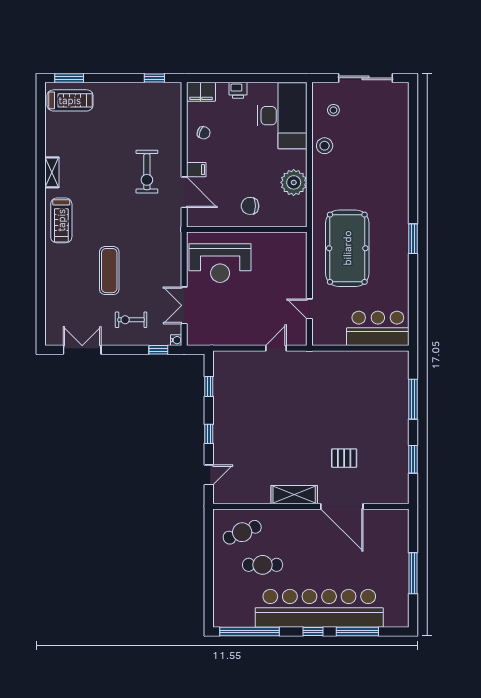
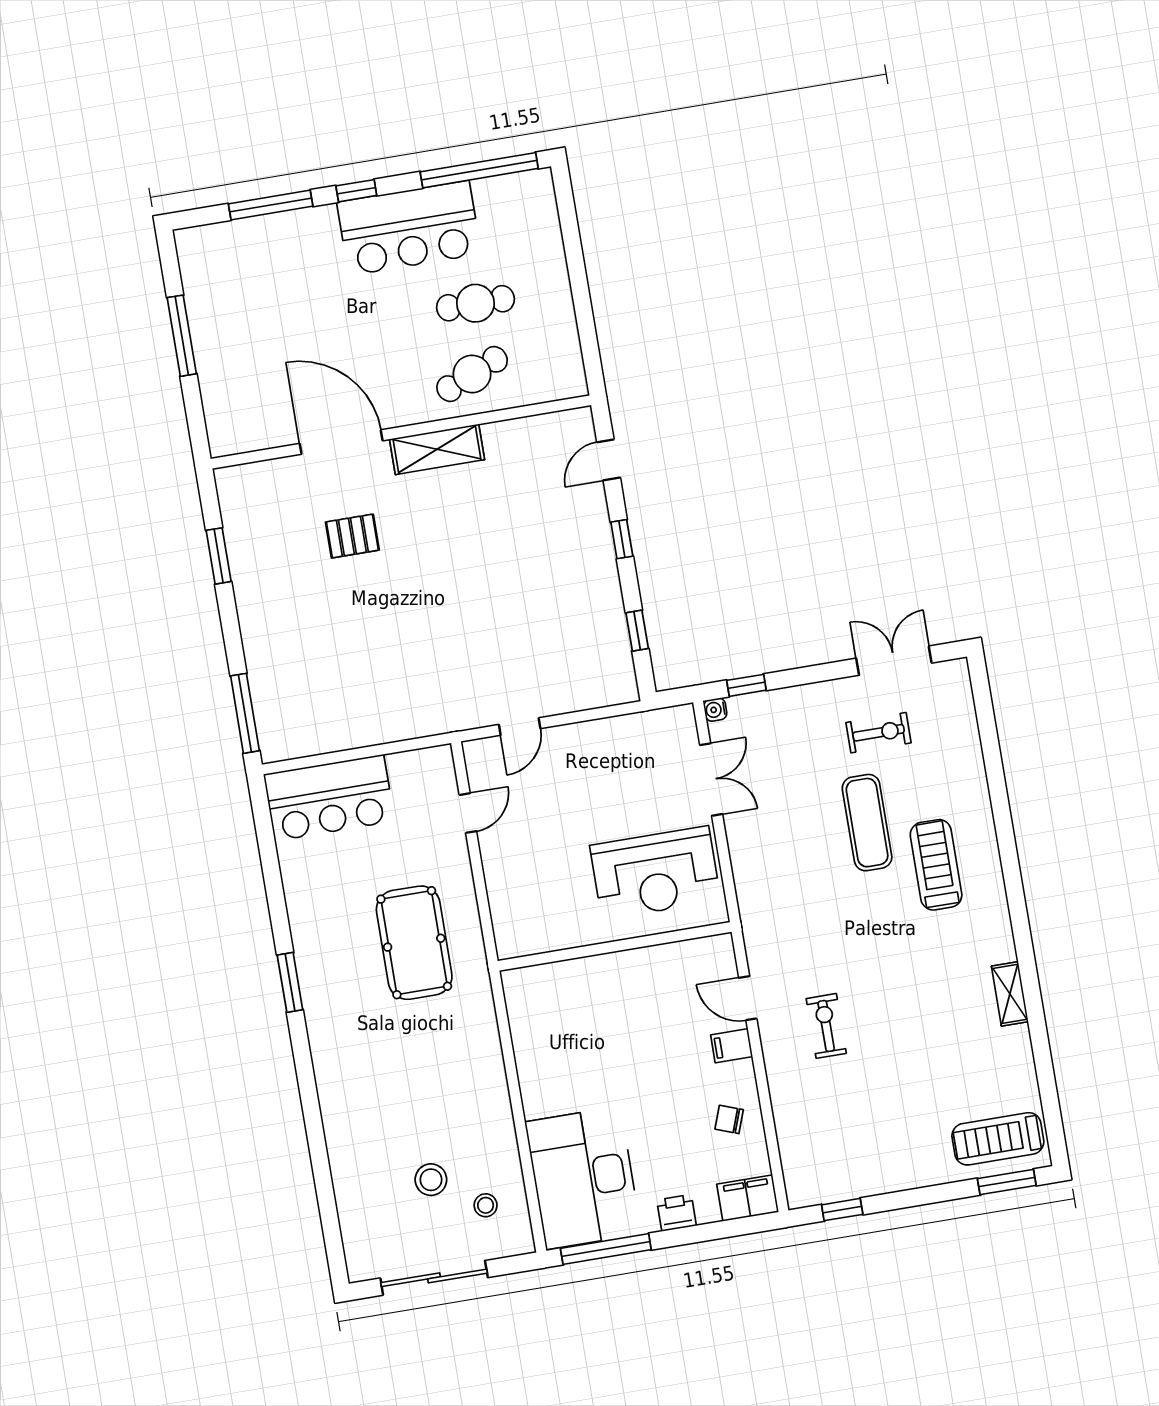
window: (277, 78) -> (606, 1249), added
stool: (325, 146) -> (431, 1180), moved
exercise bike: (147, 172) -> (826, 1026), width x0.73, depth x0.72
plant: (294, 182) -> (539, 1053), removed
door: (184, 192) -> (748, 998), width x0.73
chair: (250, 206) -> (616, 993), removed
treadmill: (61, 220) -> (936, 865), moved
pool table: (347, 248) -> (414, 943), width x0.73, depth x0.76
reception desk: (220, 263) -> (655, 873), turned 180
door: (309, 309) -> (468, 813), hinge flipped
exercise bike: (131, 320) -> (879, 733), moved
double door: (82, 350) -> (894, 661), swing flipped
window: (413, 399) -> (245, 713), moved
cafe table: (242, 532) -> (472, 374), moved
bar counter: (319, 608) -> (409, 228), width x0.54

